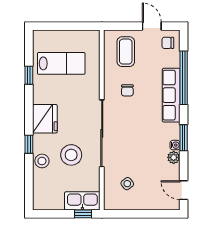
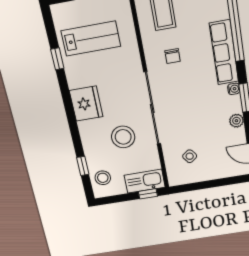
window: (29, 144) -> (83, 166), moved
water cooler: (175, 145) -> (234, 89), moved
stool: (42, 161) -> (103, 178), moved

